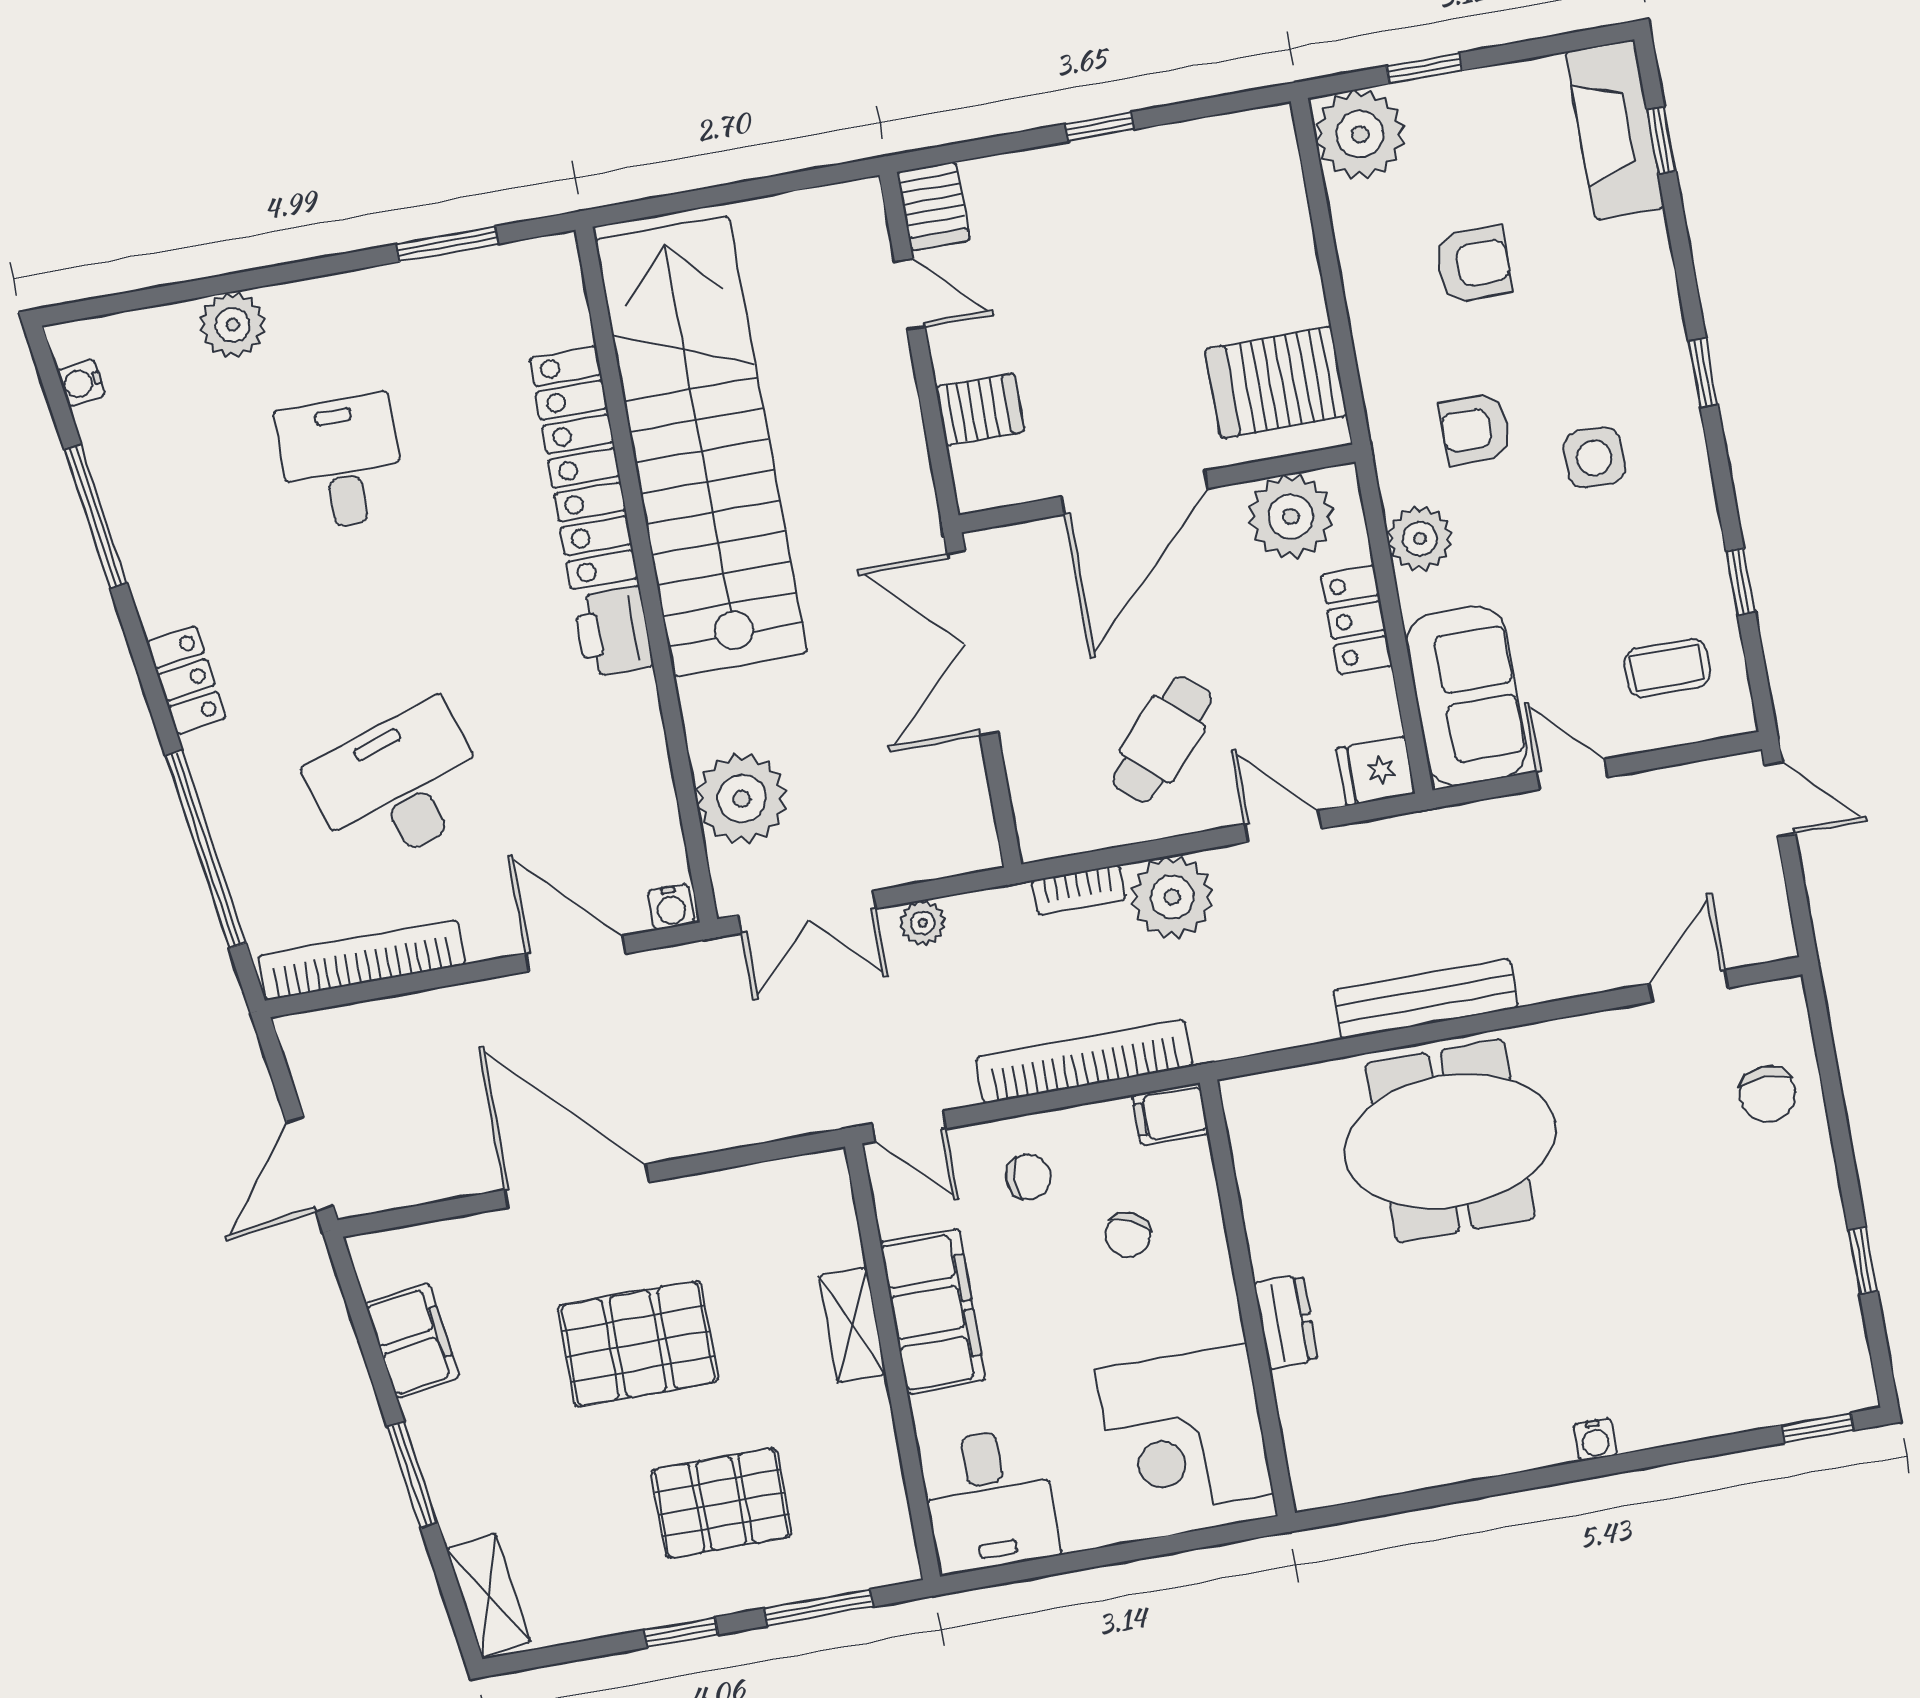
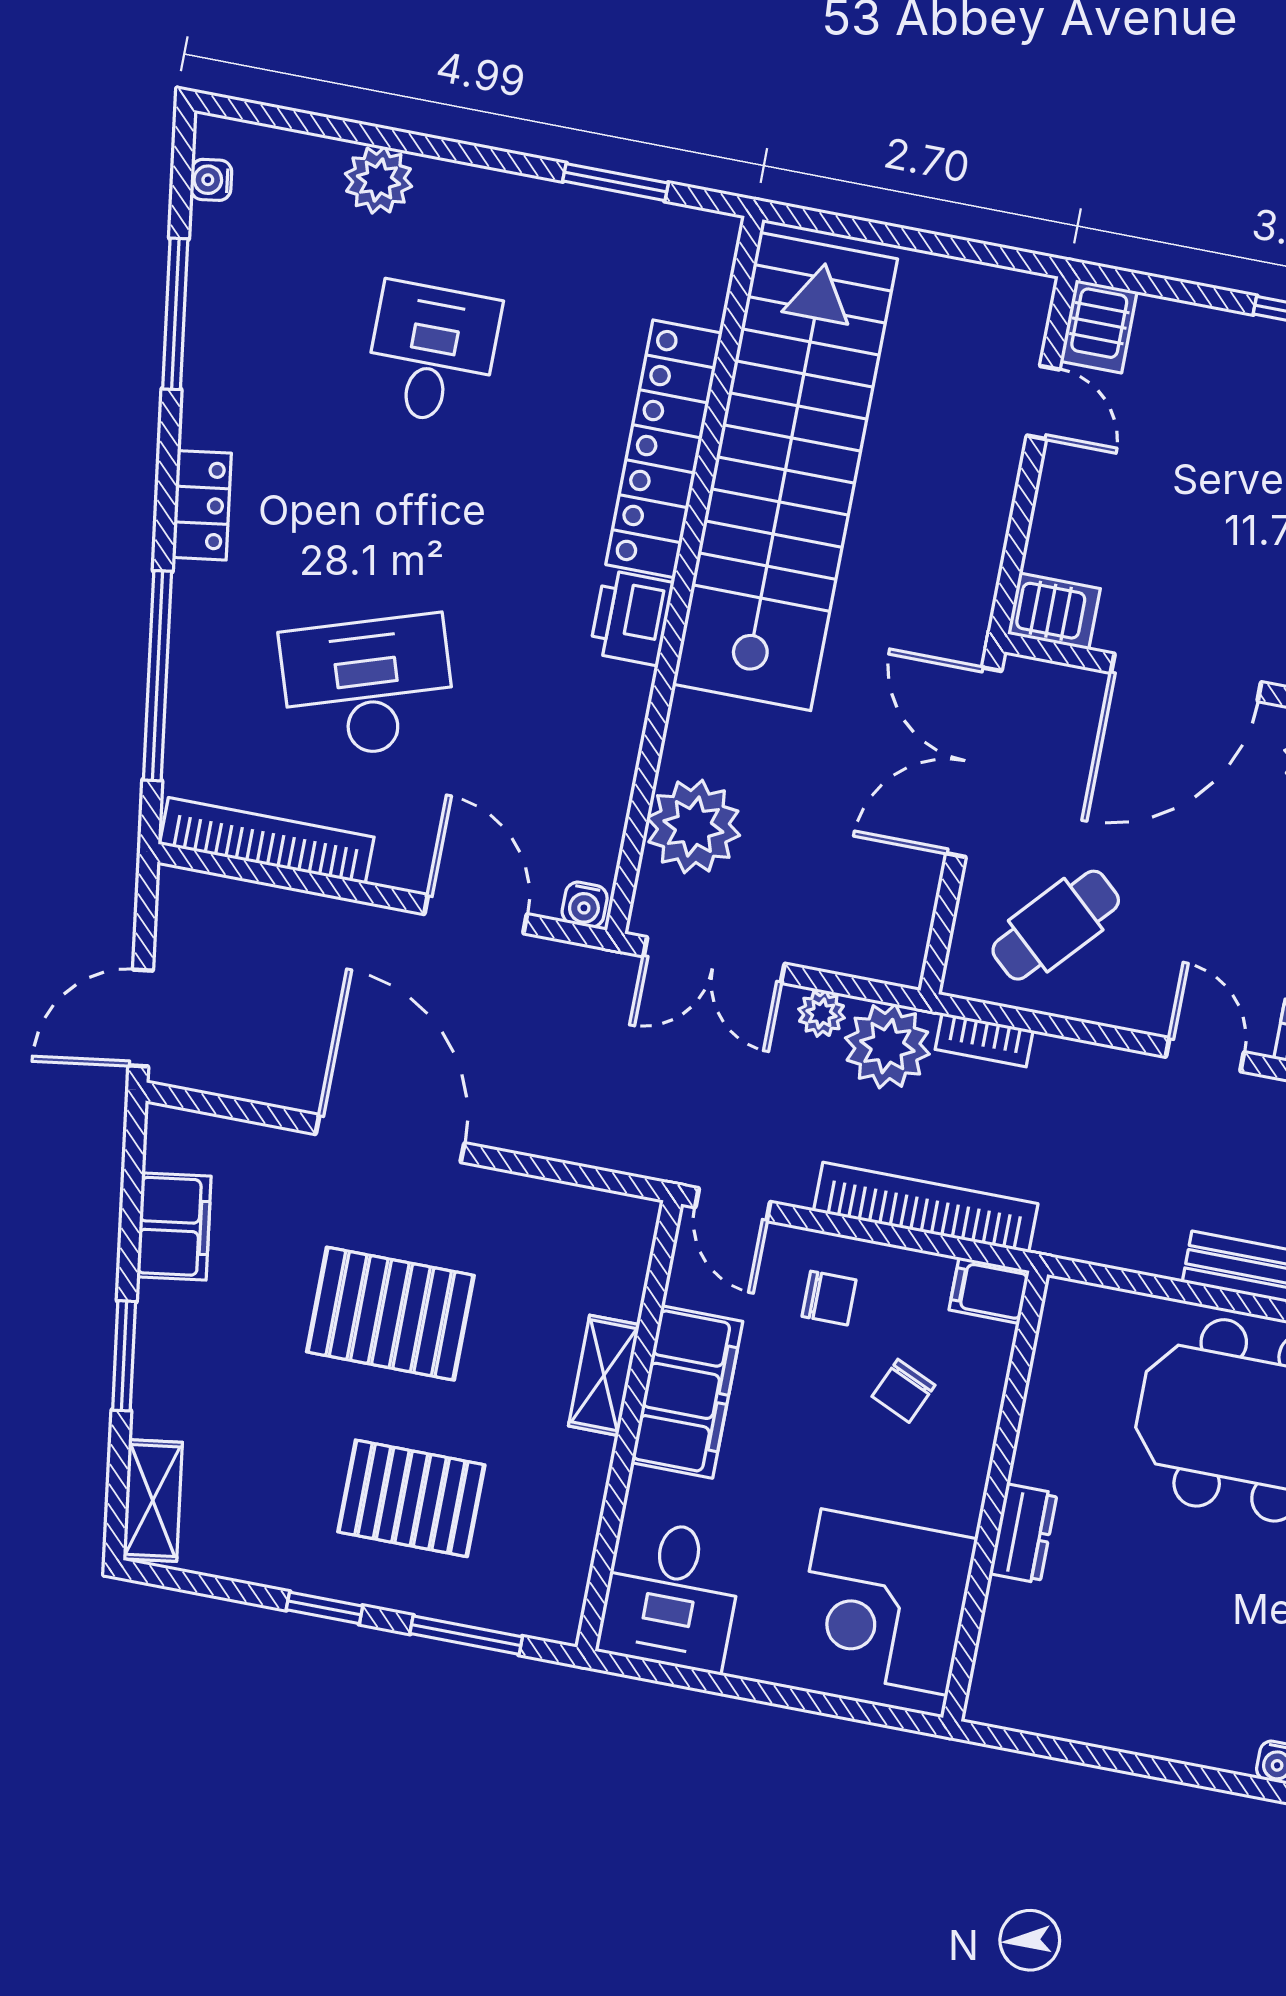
server rack: (980, 409) -> (1054, 611), moved
cafe table: (1162, 739) -> (1056, 925), moved
plant: (1172, 897) -> (887, 1046), moved

